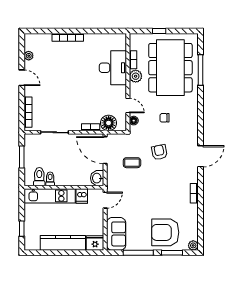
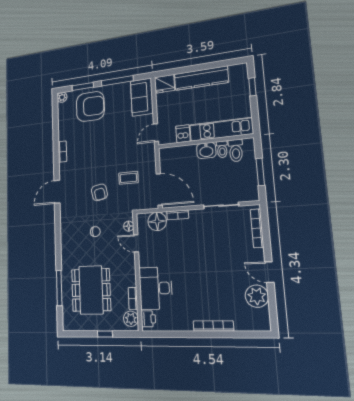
printer: (121, 43) -> (148, 319), added
plant: (29, 56) -> (257, 296), width x1.88, depth x1.88
dining table: (170, 68) -> (91, 290), width x0.73, depth x0.80
plant: (136, 76) -> (131, 319), moved
washbasin: (97, 178) -> (206, 151), moved, turned 90

